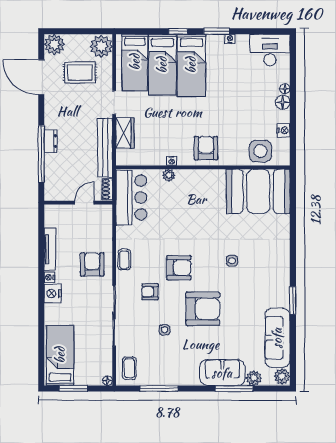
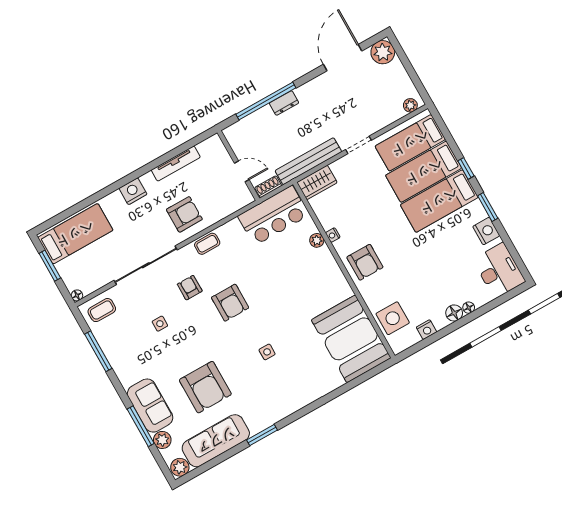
nightstand: (230, 39) -> (486, 231), width x1.89, depth x1.79
plant: (101, 46) -> (410, 105), width x0.53, depth x0.53
rug: (80, 72) -> (369, 94), removed
wardrobe: (125, 133) -> (317, 182), moved
armchair: (206, 148) -> (365, 262), turned 90
nightstand: (49, 277) -> (147, 179), removed
armchair: (203, 309) -> (205, 387), moved

